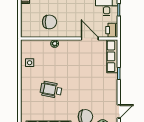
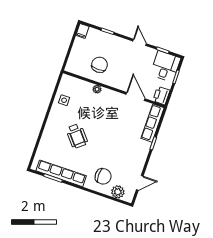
chair: (50, 22) -> (99, 65), turned -90
wheelchair: (51, 90) -> (77, 136), turned -141

